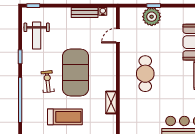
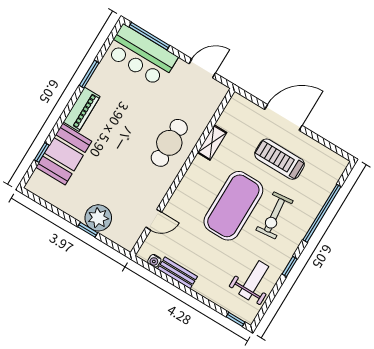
cafe table: (145, 74) -> (169, 143), moved
exercise bike: (48, 82) -> (274, 215), width x1.38, depth x1.39

